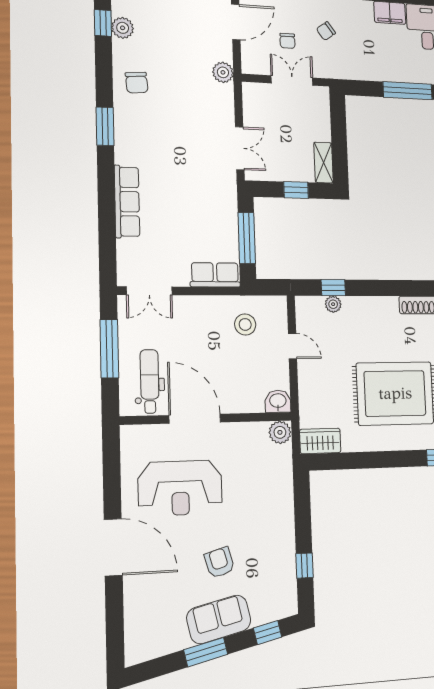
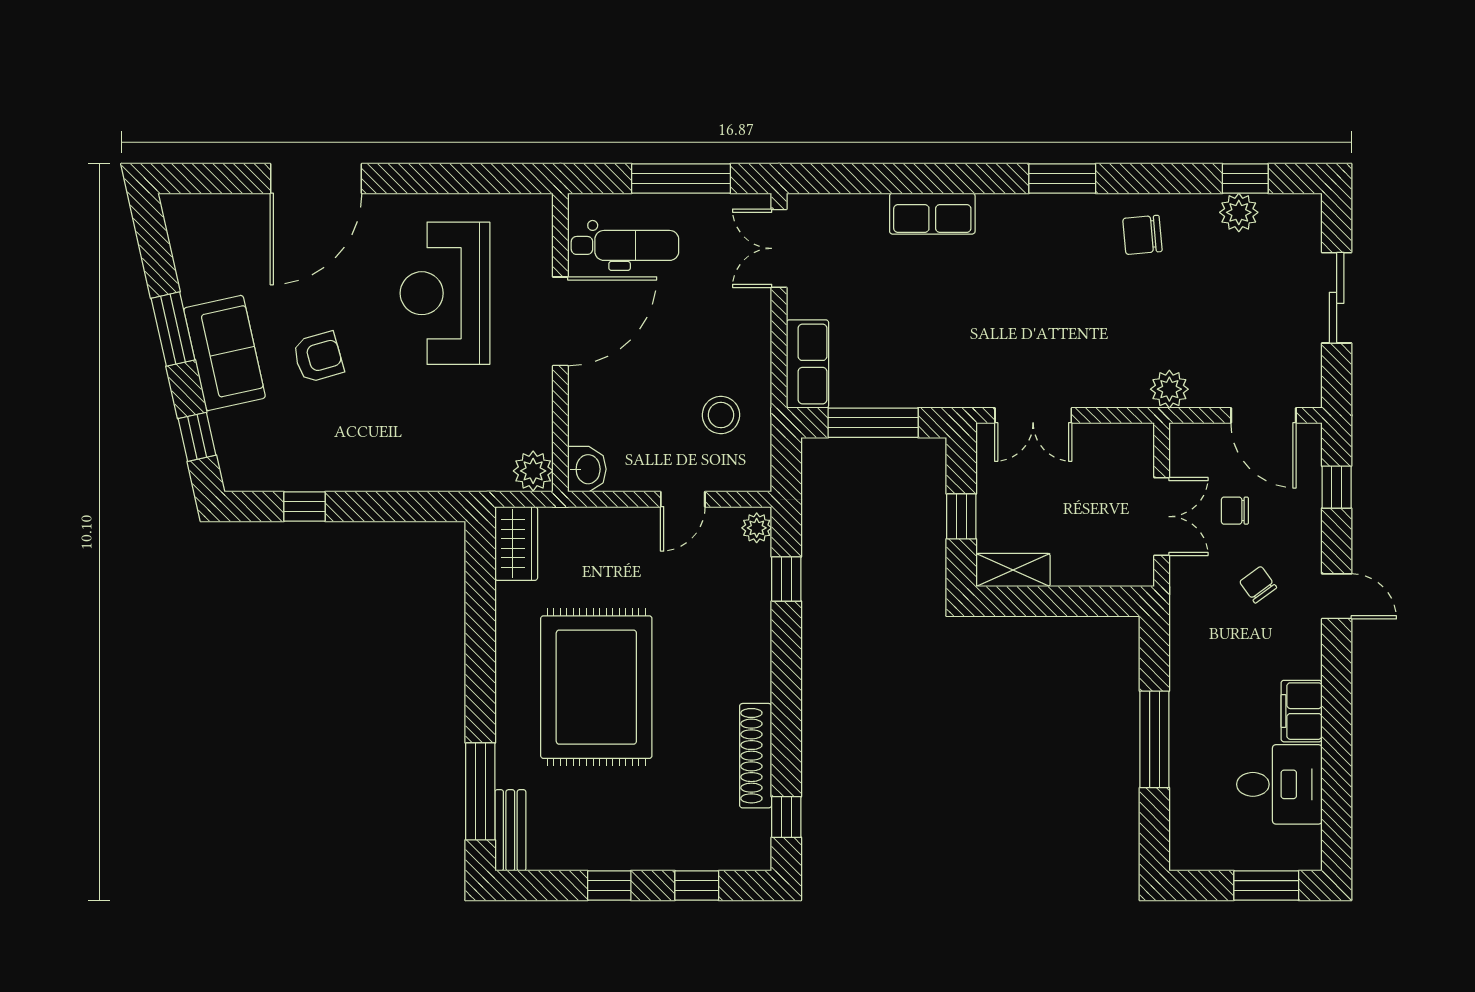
row of seats: (127, 202) -> (932, 214), width x0.68
plant: (333, 304) -> (757, 528), moved
door: (113, 547) -> (316, 179), moved

